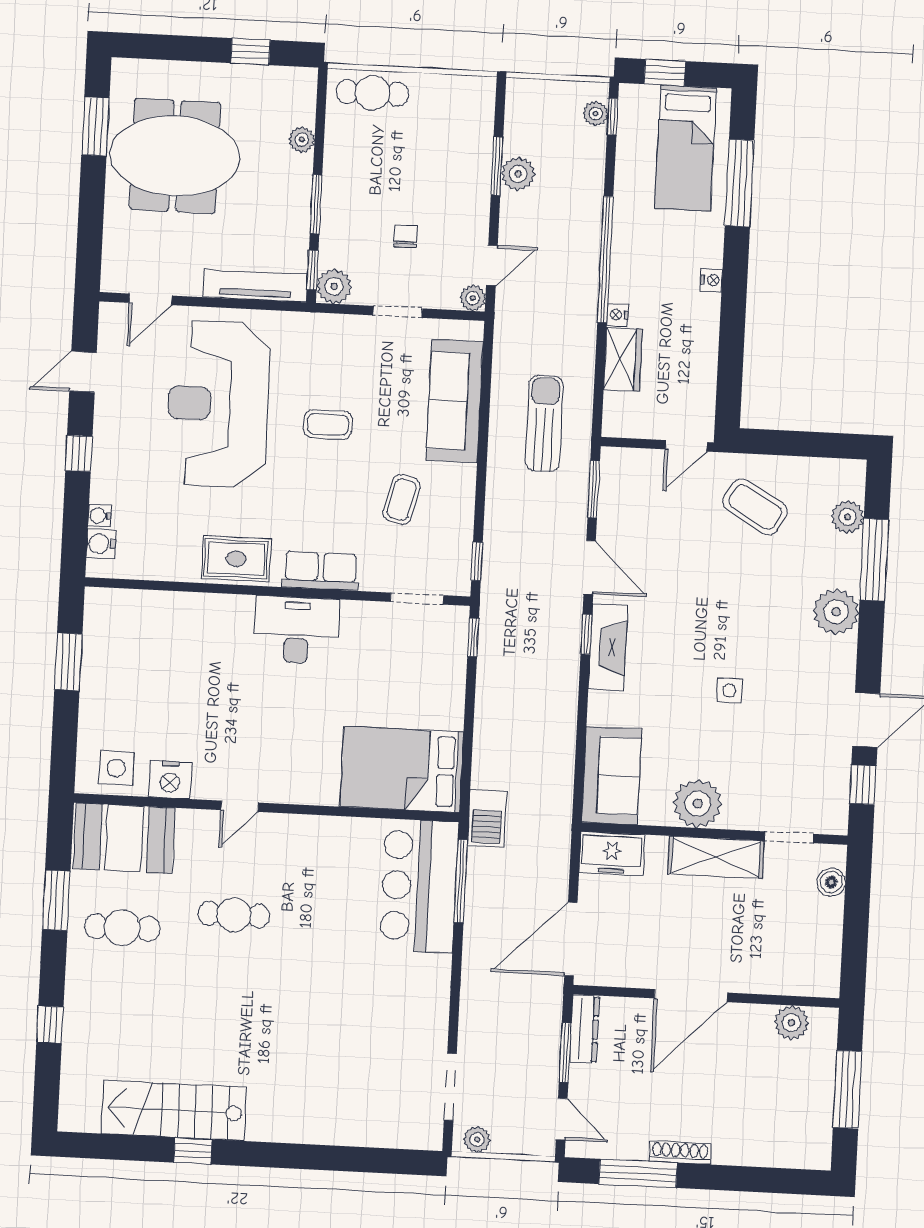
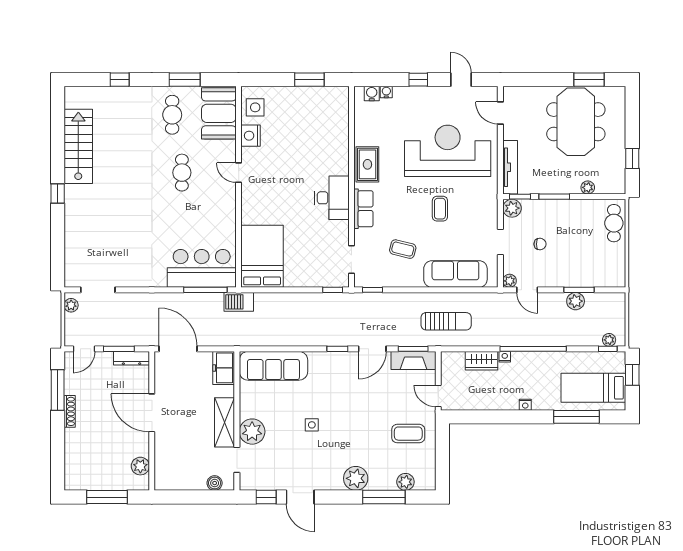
coffee table: (755, 507) -> (408, 434), turned 60
fireplace: (608, 647) -> (413, 361), moved
sofa: (612, 775) -> (273, 366), width x1.36
plant: (698, 804) -> (252, 432), moved
window: (193, 1151) -> (58, 193), moved

